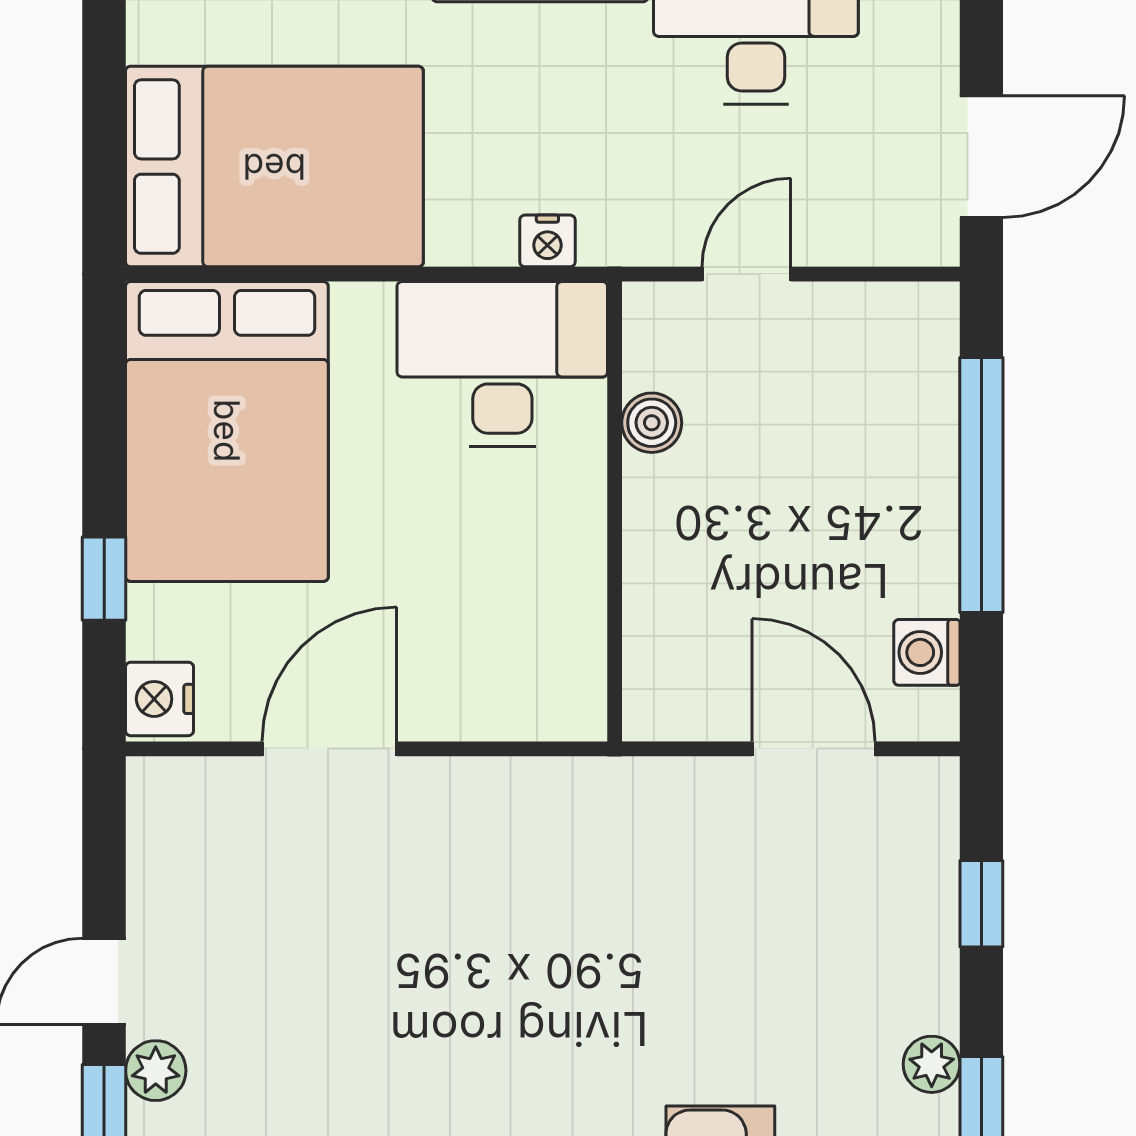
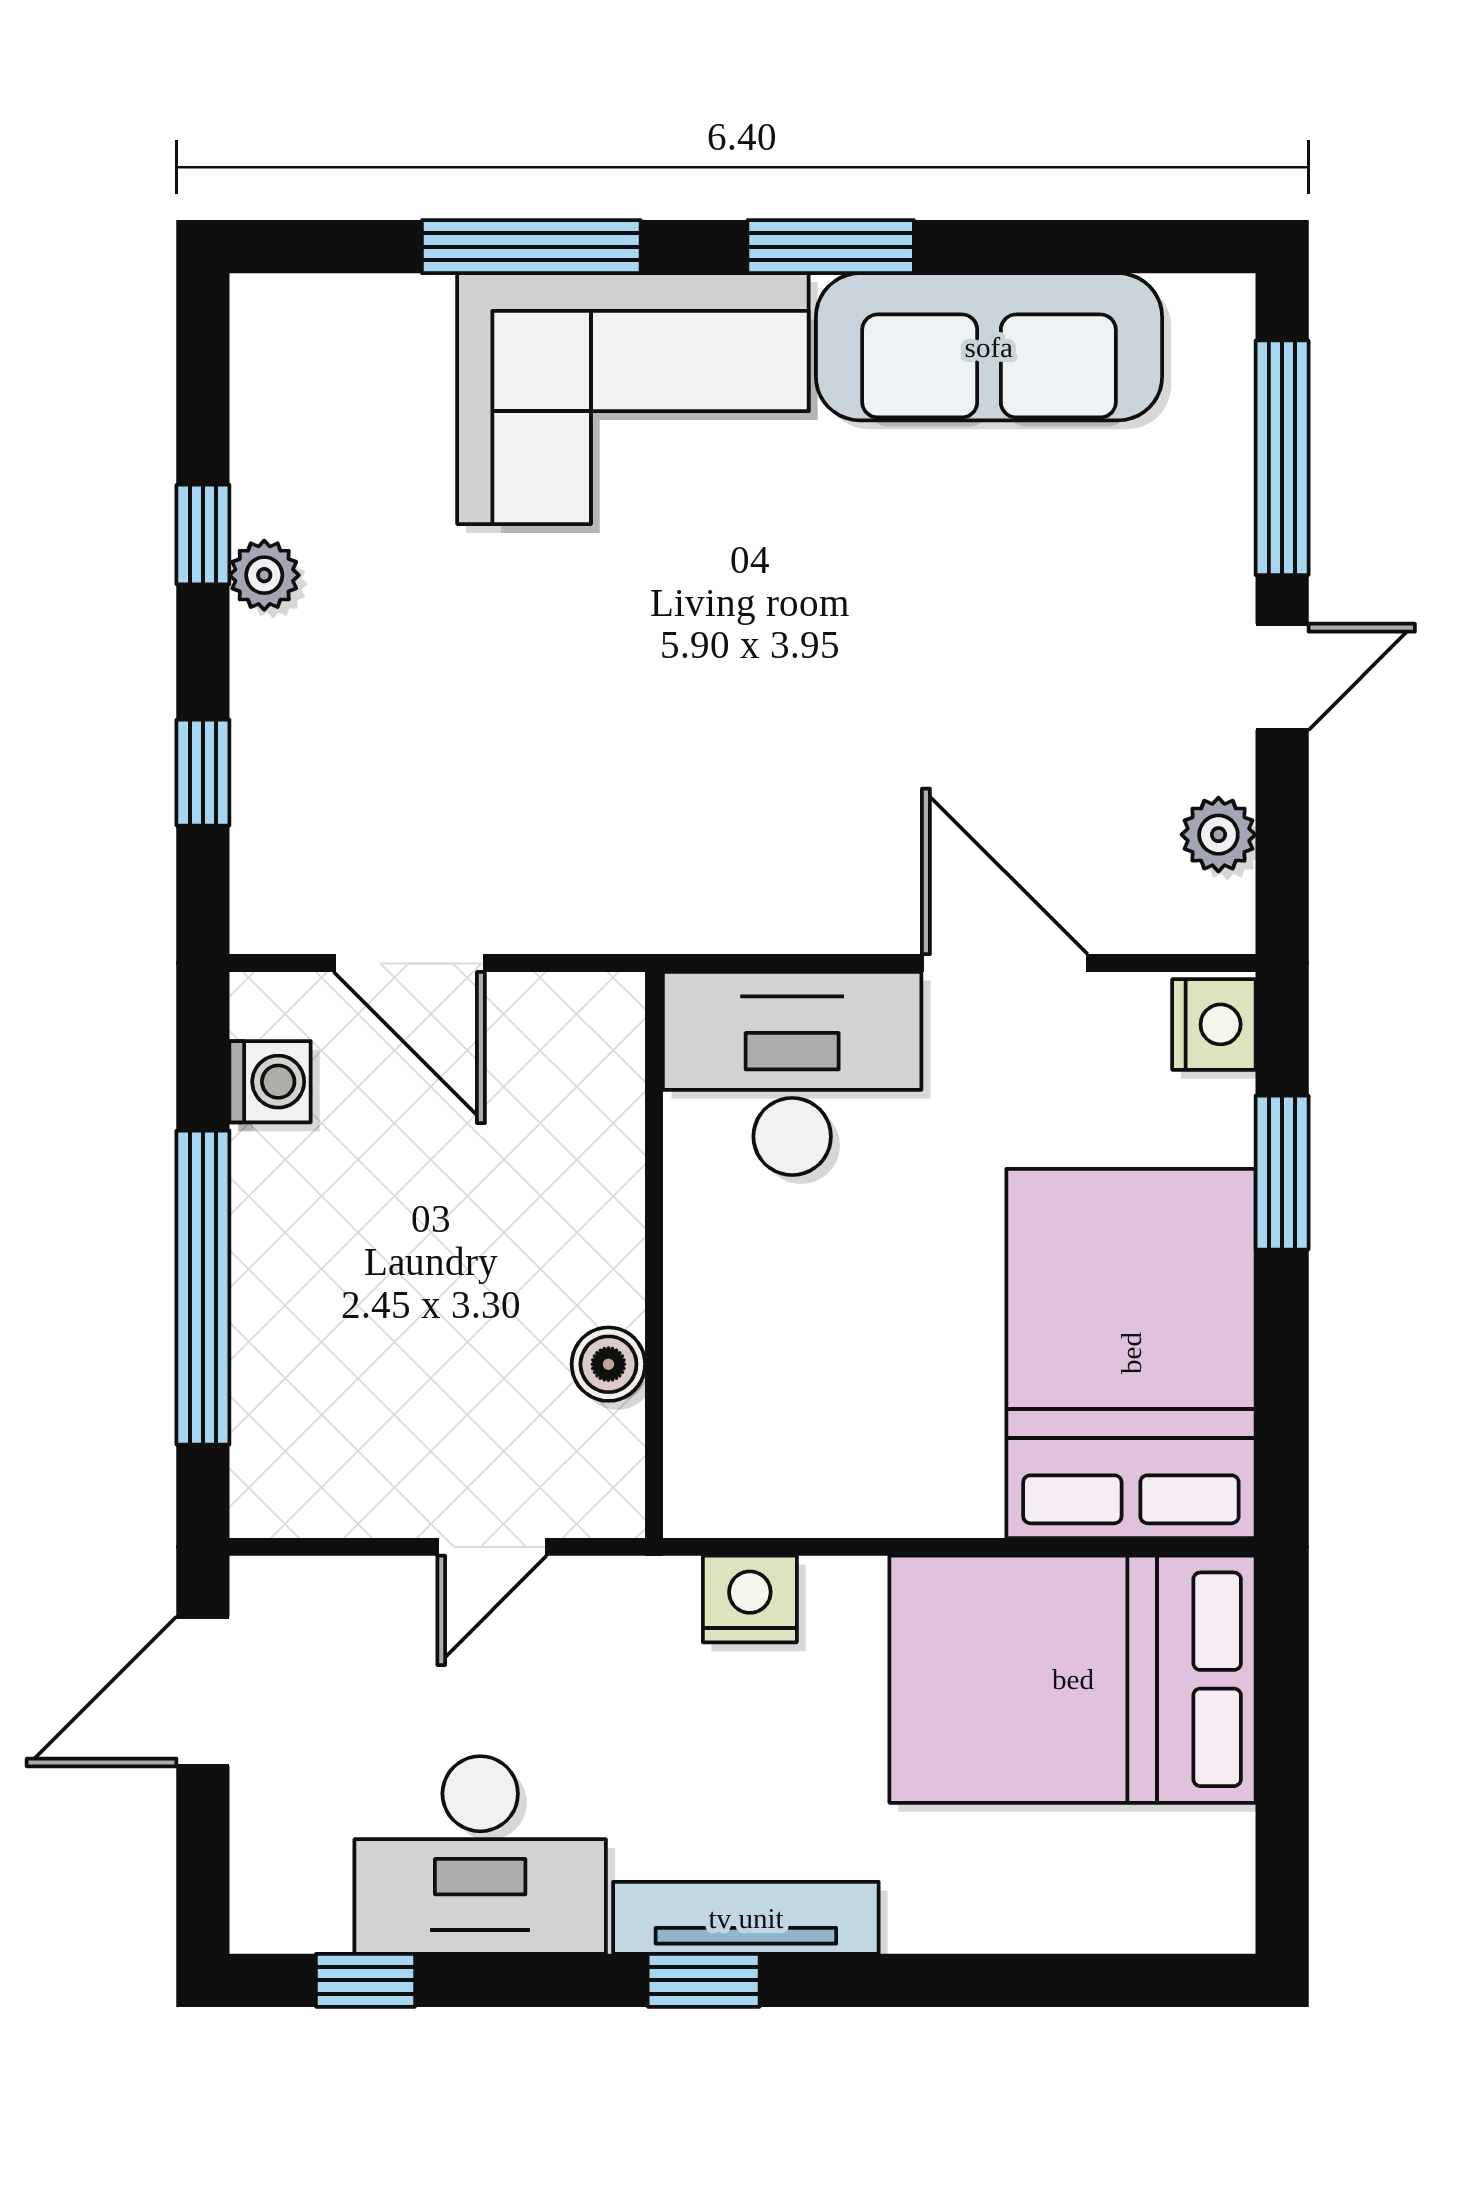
nightstand: (547, 241) -> (750, 1599), width x1.39, depth x1.35
desk: (502, 364) -> (792, 1074), moved, turned 180
window: (104, 579) -> (1282, 1173), width x1.50
door: (329, 749) -> (1005, 963), swing flipped
plant: (156, 1071) -> (1218, 835), moved

